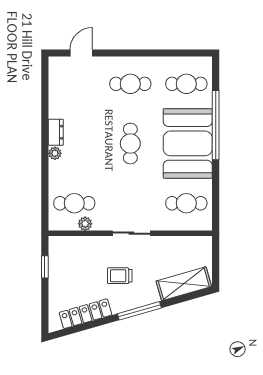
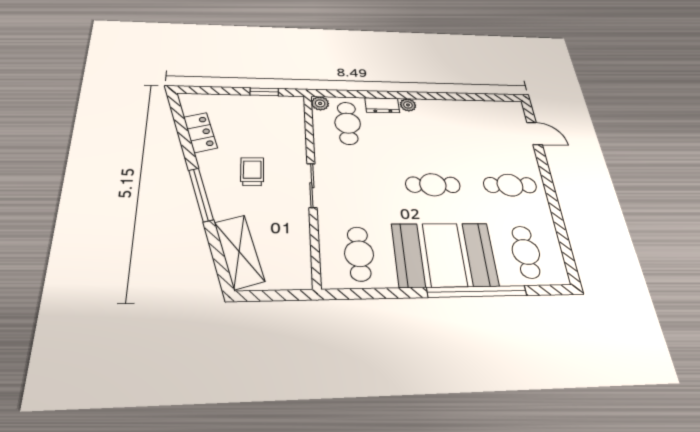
cafe table: (130, 84) -> (510, 185), turned 90
dresser: (56, 132) -> (382, 105), moved
plant: (85, 224) -> (320, 103), moved
locker: (86, 314) -> (200, 132), width x0.66

